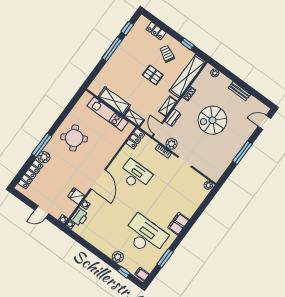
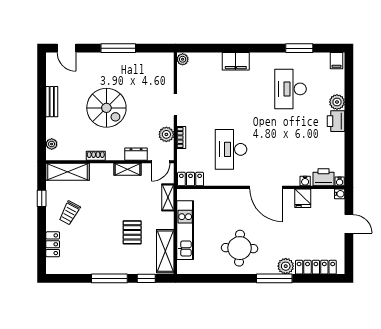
window: (127, 28) -> (146, 278), moved
pallet: (153, 75) -> (132, 232), moved
shelving: (188, 76) -> (68, 172), width x0.68
shelving: (114, 101) -> (165, 251), moved
round table: (74, 138) -> (240, 248), turned 32
door: (98, 179) -> (266, 187), swing flipped
filing cabinet: (178, 224) -> (236, 61), moved
desk: (145, 235) -> (290, 89), width x0.73, depth x0.77
printer: (107, 248) -> (336, 121), added
window: (124, 272) -> (349, 83), removed

